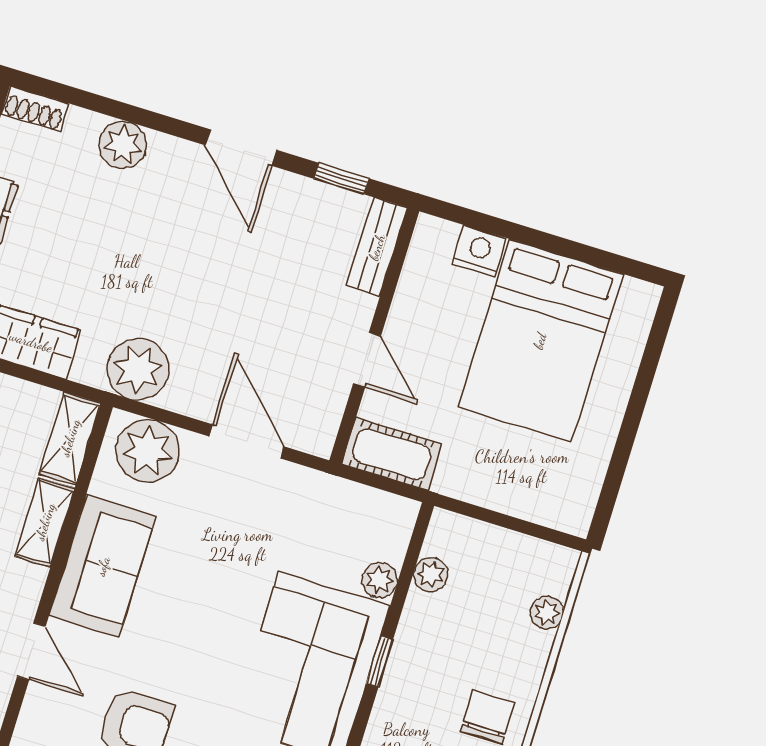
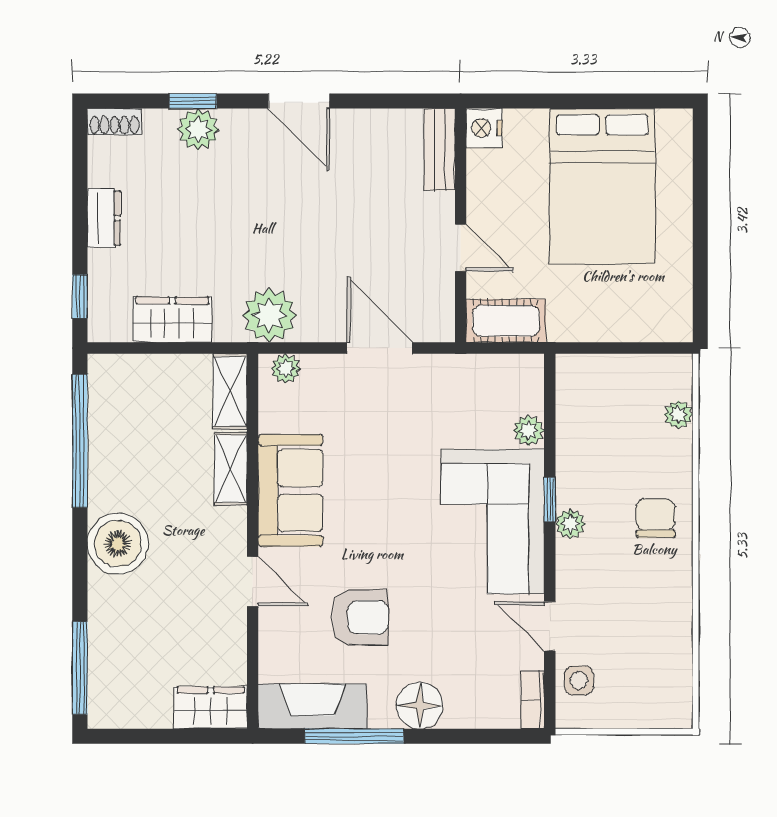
window: (342, 179) -> (193, 101), moved
nightstand: (479, 251) -> (484, 128), moved, turned -90
plant: (148, 451) -> (286, 368), width x0.53, depth x0.53
plant: (431, 575) -> (570, 524), moved

